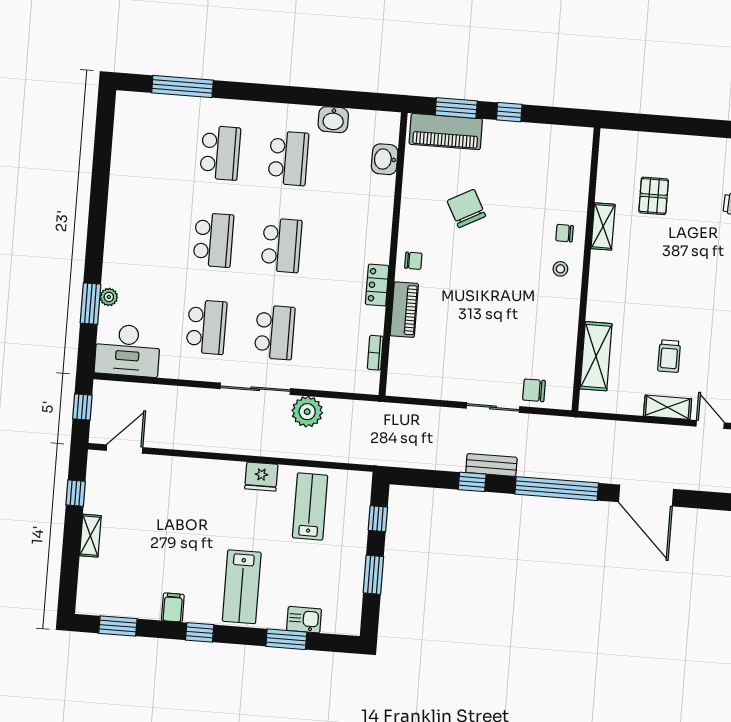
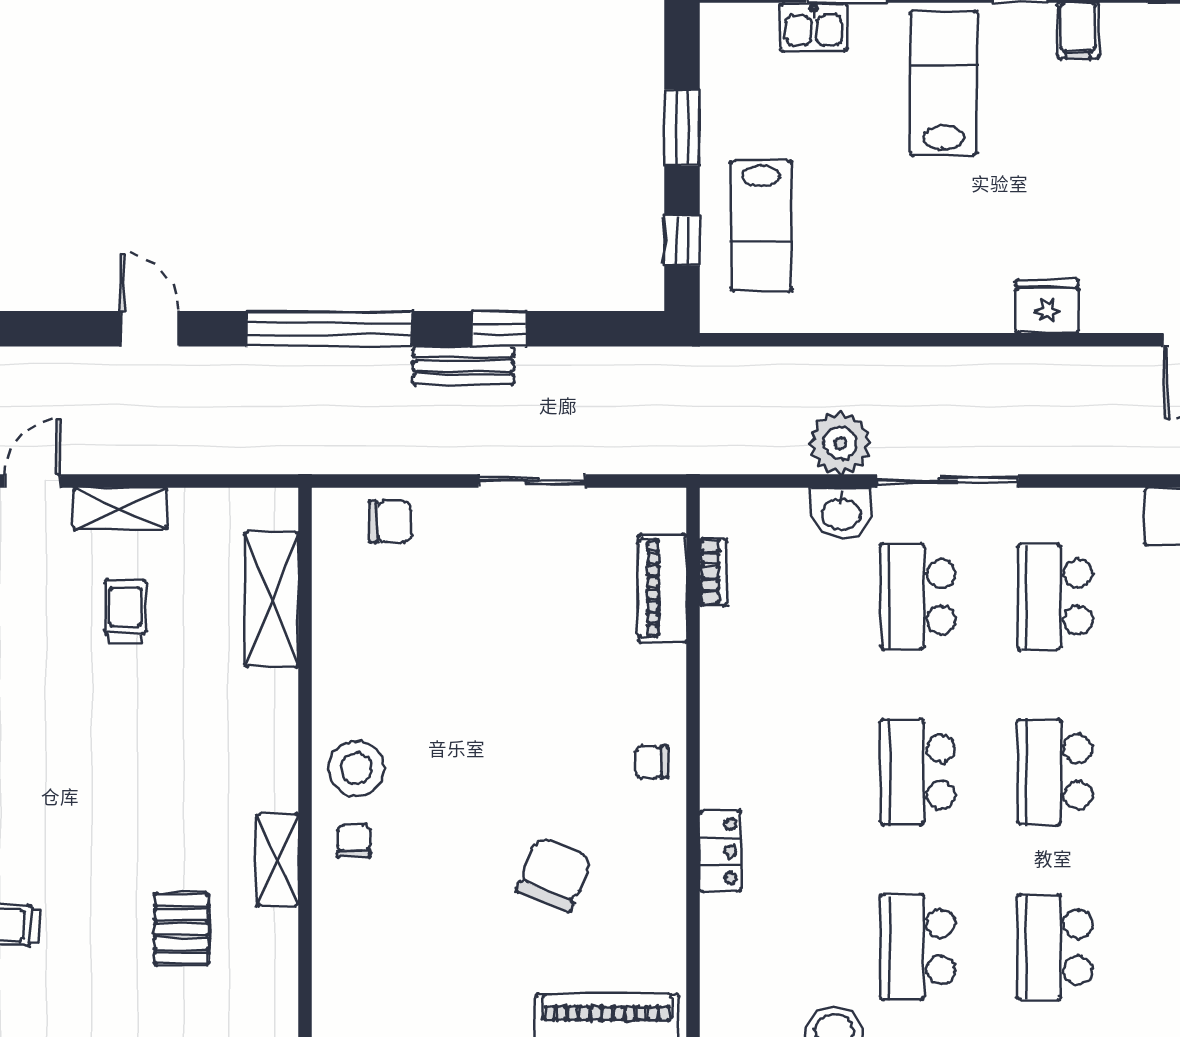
washbasin: (385, 159) -> (841, 513), moved, turned 90
chair: (466, 208) -> (554, 875), turned -130
chair: (564, 233) -> (354, 841), turned -90
stool: (560, 269) -> (356, 769), width x1.89, depth x1.89
locker: (377, 285) -> (720, 851), moved
piano: (404, 310) -> (662, 588), moved
sliding door: (493, 407) -> (532, 481), moved
door: (710, 425) -> (33, 481), swing flipped
fridge: (261, 477) -> (1047, 306), moved
door: (646, 496) -> (150, 329), width x0.53
lab bench: (310, 507) -> (761, 226), moved

